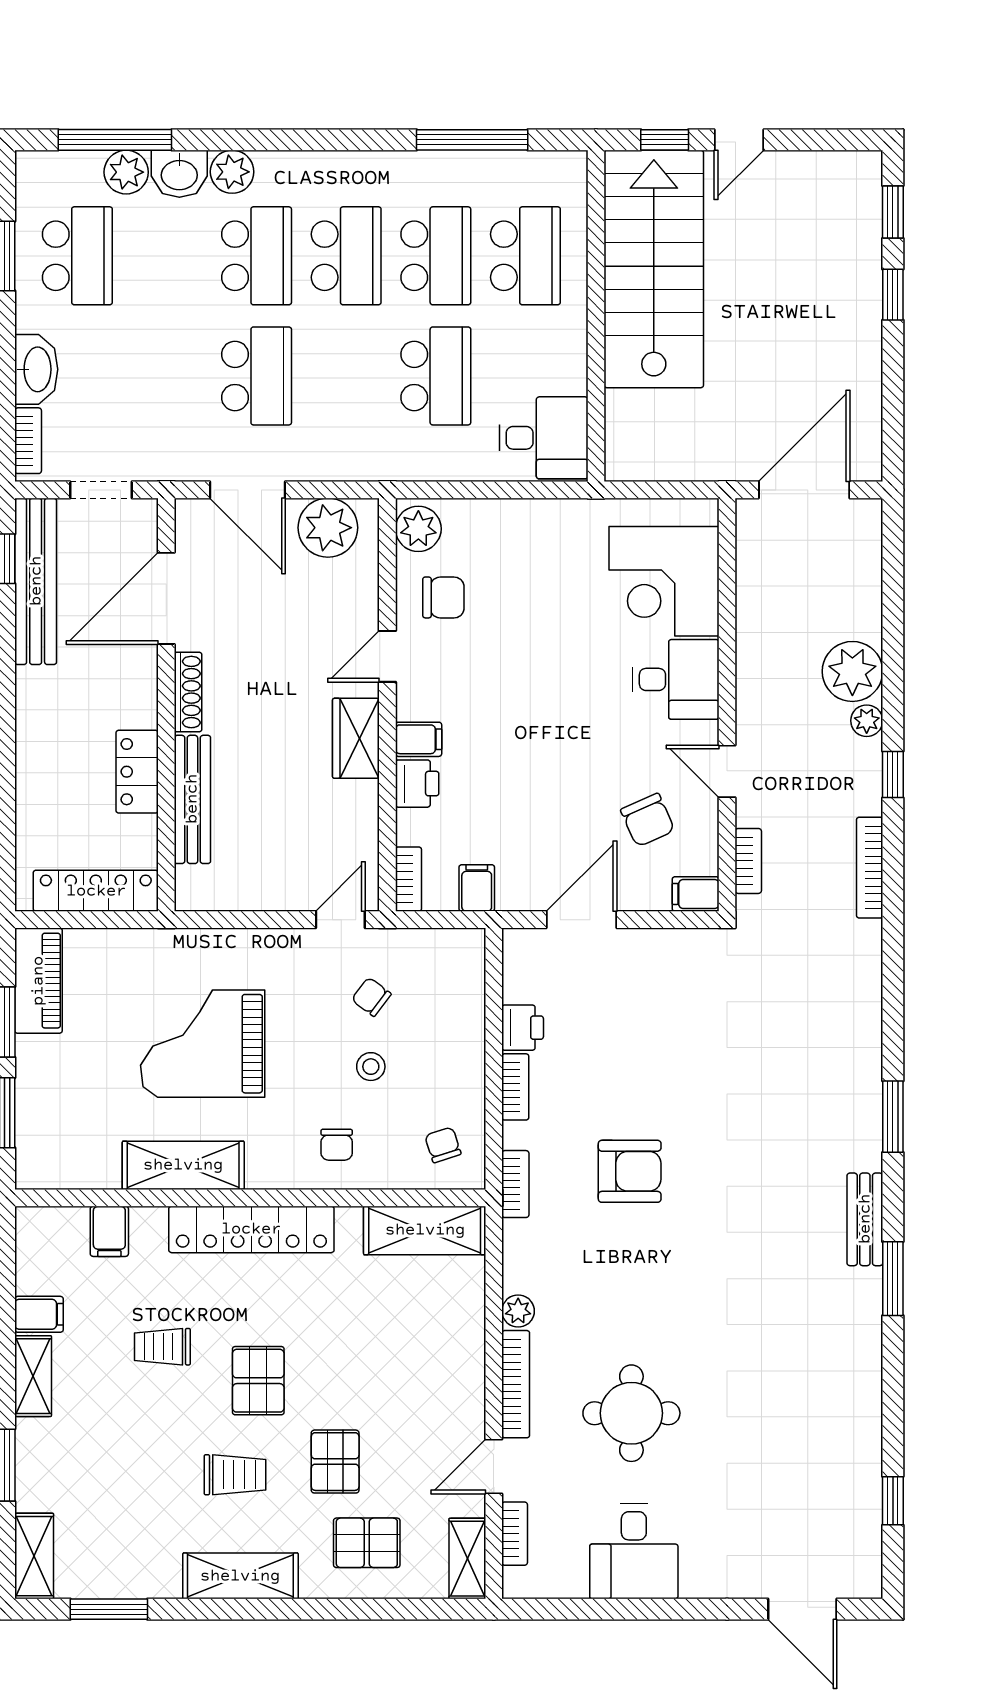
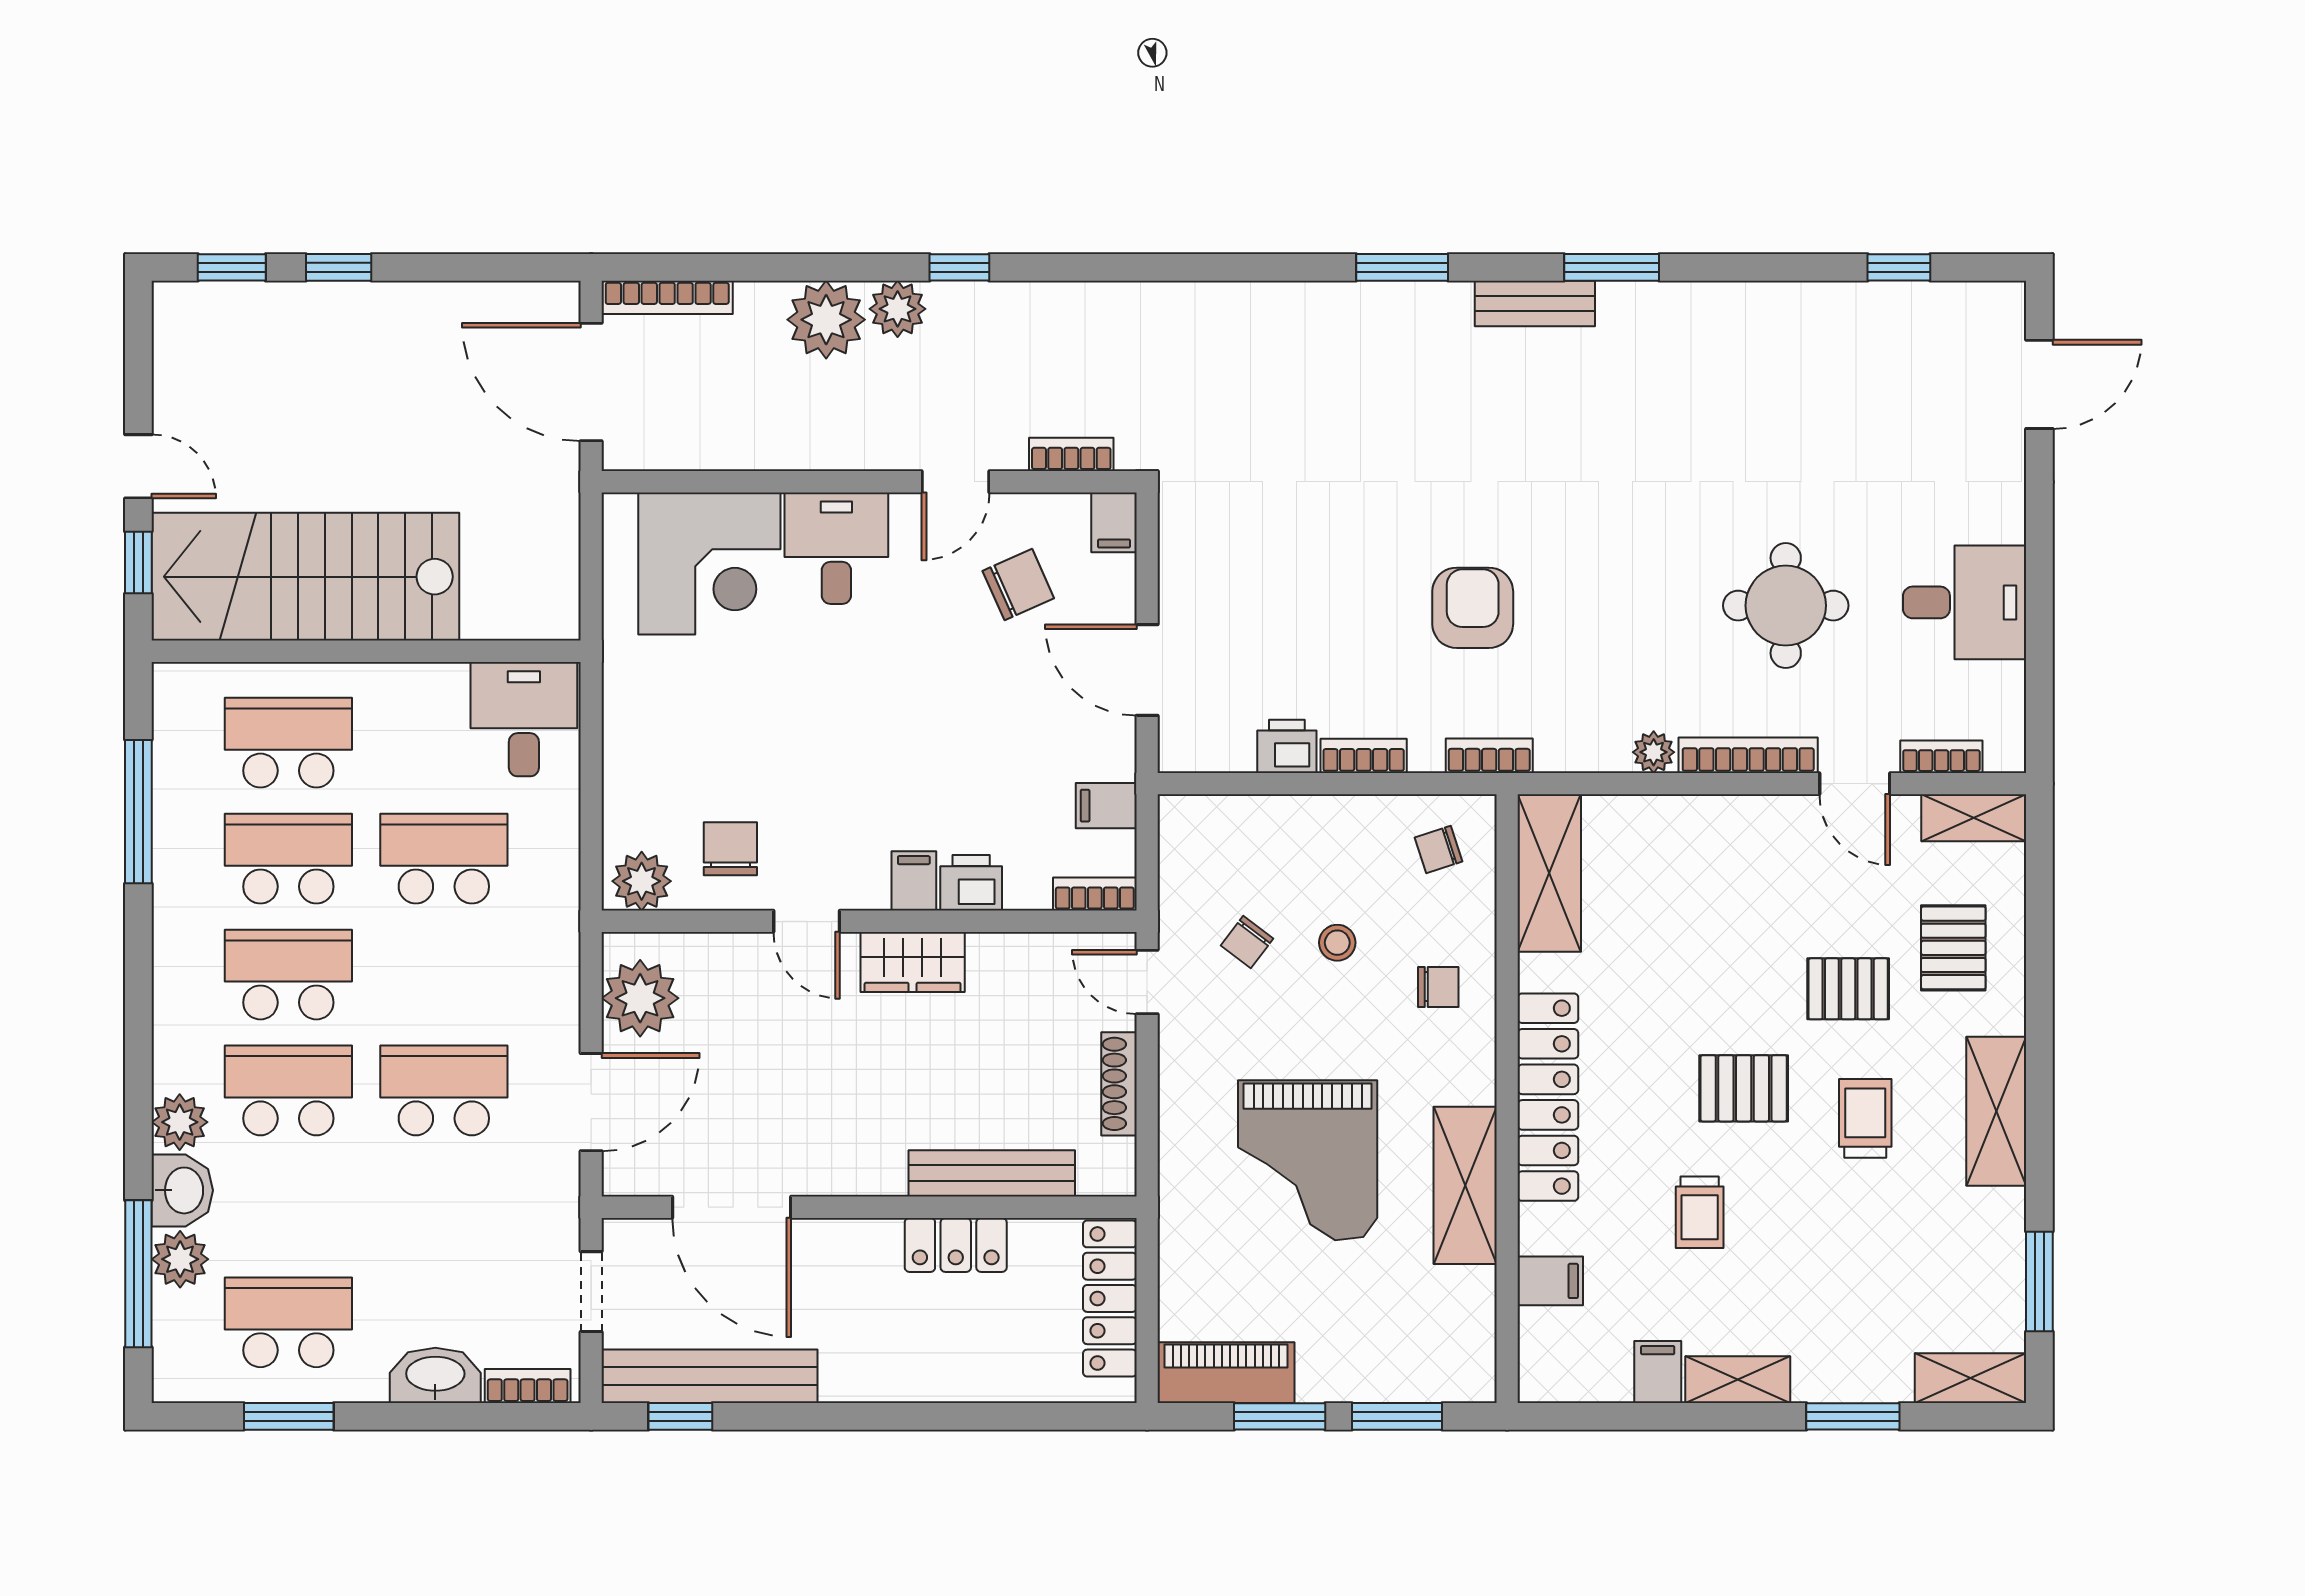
shoe rack: (188, 692) -> (1119, 1084), moved, turned -90
plant: (867, 721) -> (898, 309), width x1.38, depth x1.38
bookcase: (870, 868) -> (667, 297), moved

